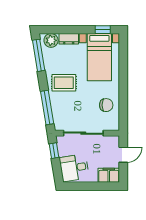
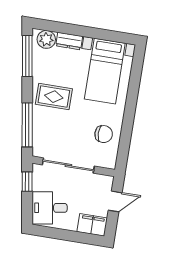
window: (103, 30) -> (115, 36), removed

